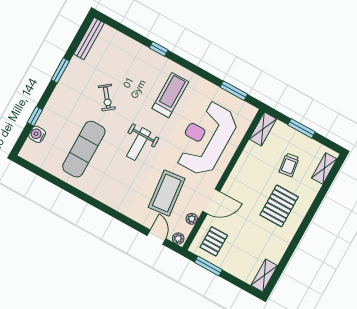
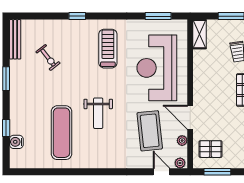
exercise bike: (107, 98) -> (48, 57), moved
weight bench: (139, 144) -> (98, 113), moved
door: (211, 201) -> (190, 117), swing flipped
pallet: (214, 241) -> (211, 149), turned 90

